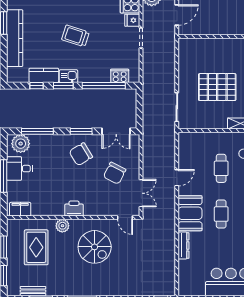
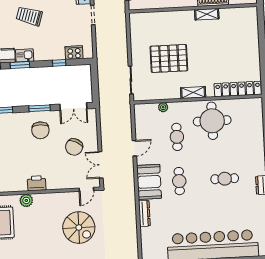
window: (104, 86) -> (59, 63), width x0.32
plant: (209, 137) -> (163, 107), added
chair: (81, 154) -> (40, 130), turned -59
double door: (141, 193) -> (101, 165), swing flipped
door: (125, 218) -> (86, 189), hinge flipped
spiral stairs: (95, 247) -> (79, 227), moved

